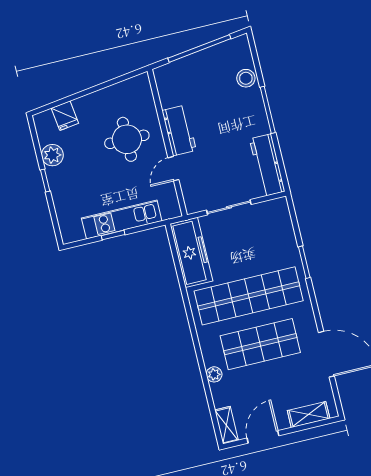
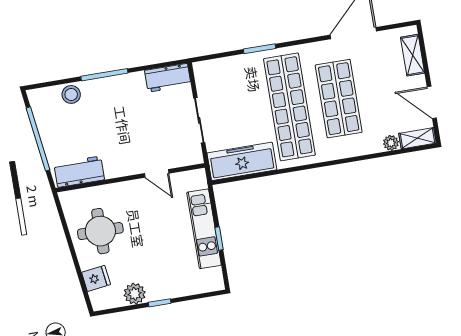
workbench: (179, 130) -> (79, 172), moved
round table: (127, 139) -> (100, 231), moved
workbench: (267, 165) -> (168, 78), width x0.73
plant: (214, 374) -> (391, 143), moved

